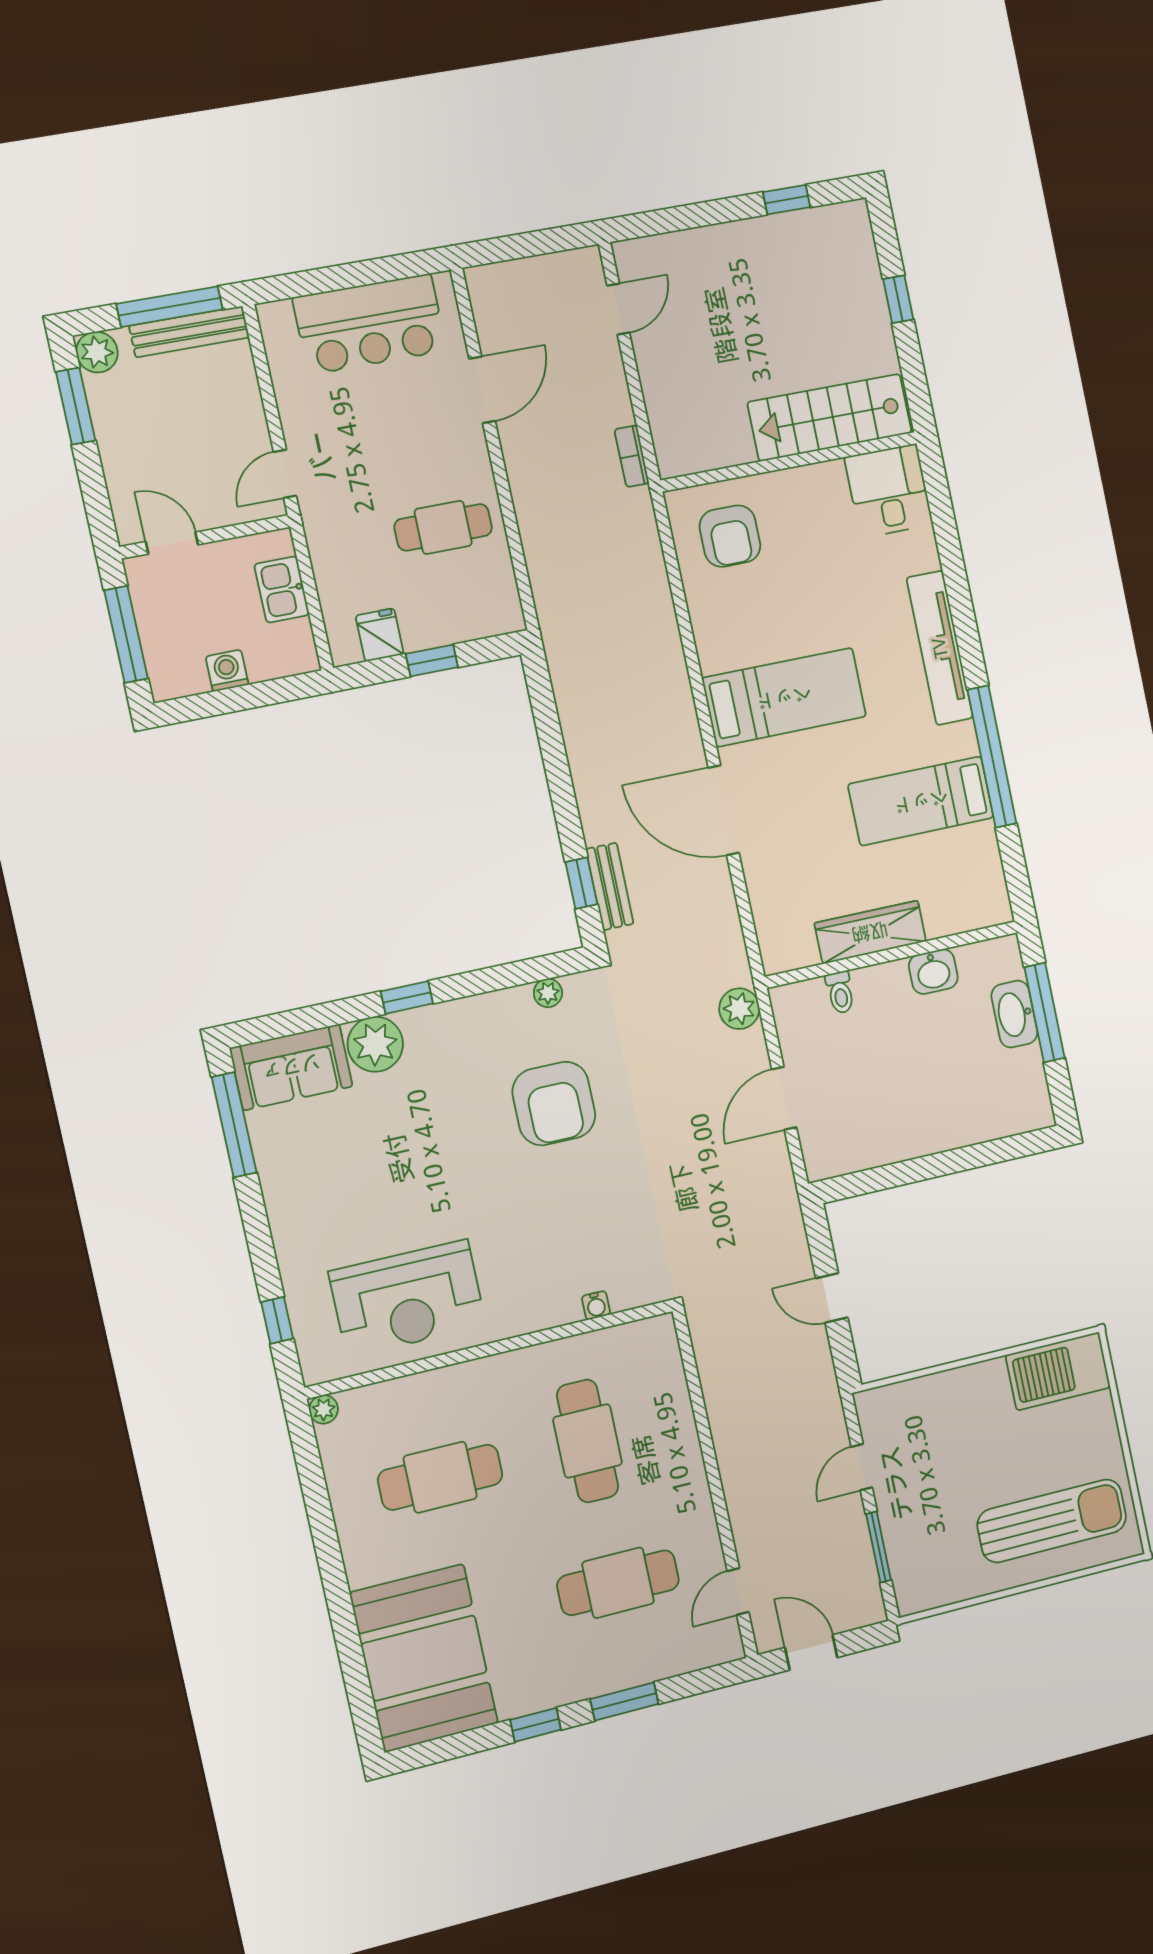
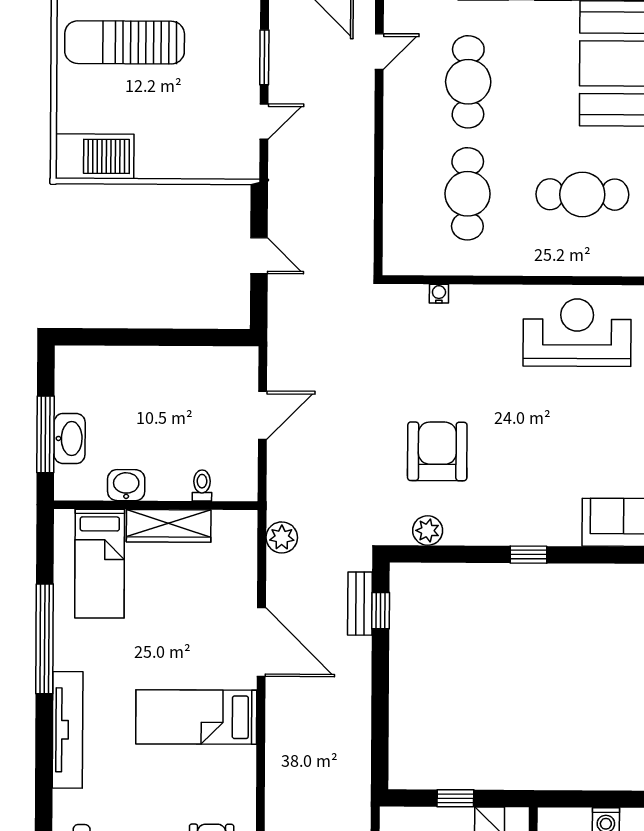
bed: (921, 801) -> (100, 564), moved, turned 90
plant: (548, 993) -> (428, 531), width x1.38, depth x1.38
plant: (739, 1009) -> (282, 537), moved
plant: (375, 1044) -> (559, 525), removed
cafe table: (618, 1583) -> (468, 82), turned 90

